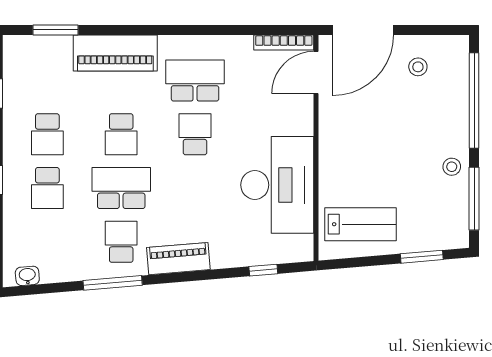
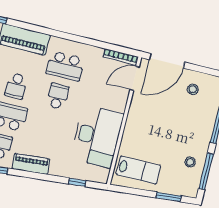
school desk: (195, 81) -> (65, 66), turned 180
stool: (452, 167) -> (190, 162), moved

